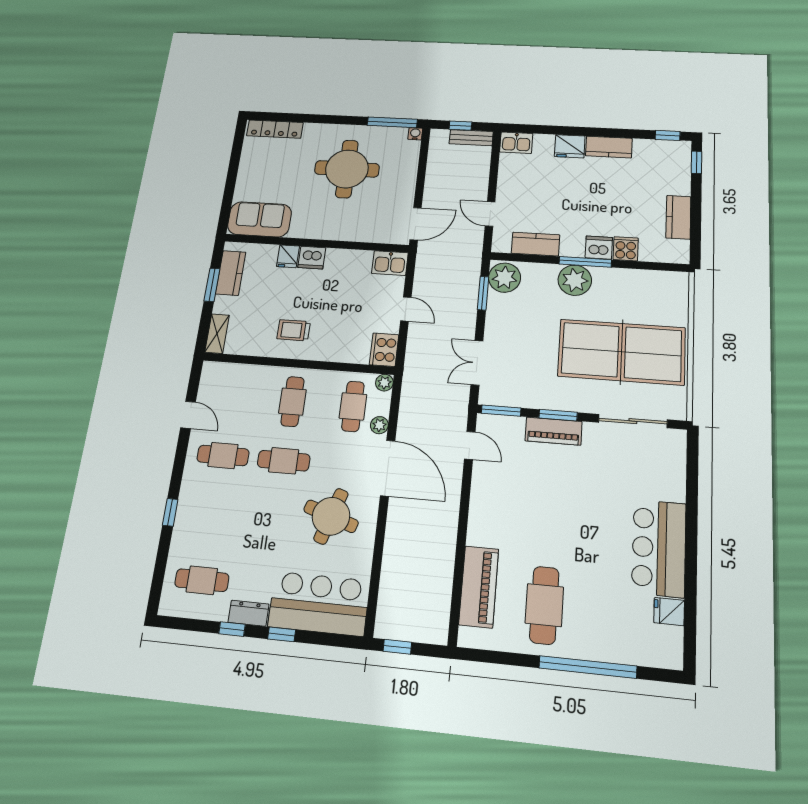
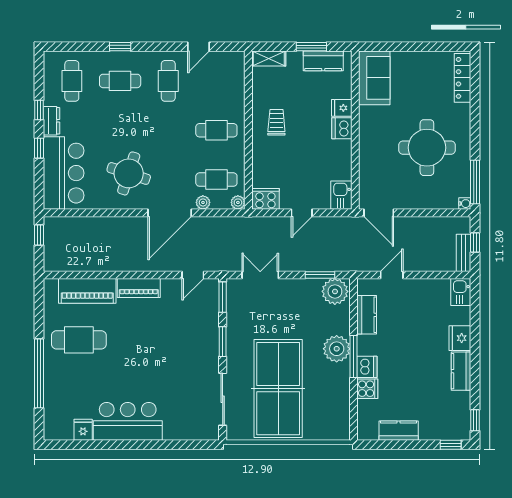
piano: (554, 431) -> (139, 288), moved, turned -90
cafe table: (284, 461) -> (120, 81), moved, turned 90

